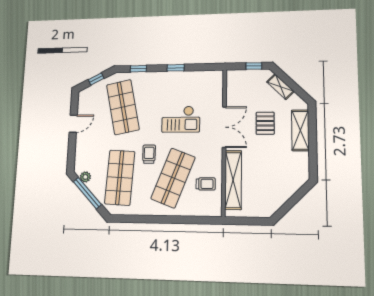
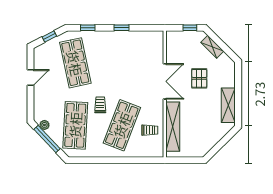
checkout: (181, 119) -> (127, 74), removed
shelving: (300, 130) -> (228, 105), moved

